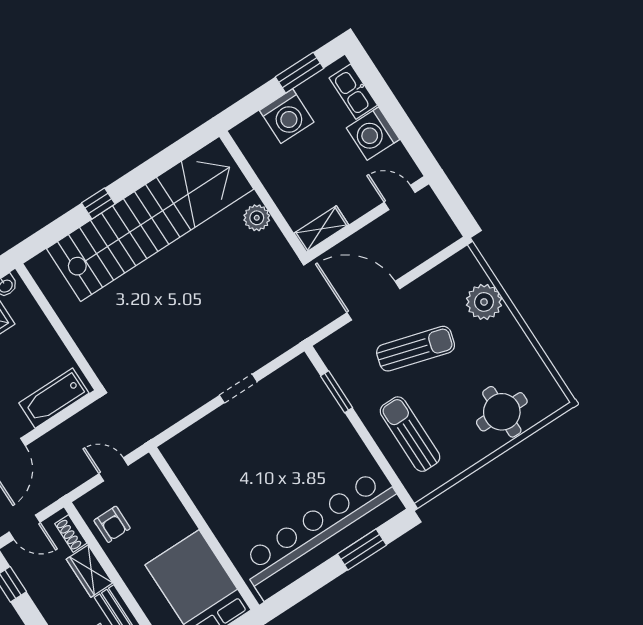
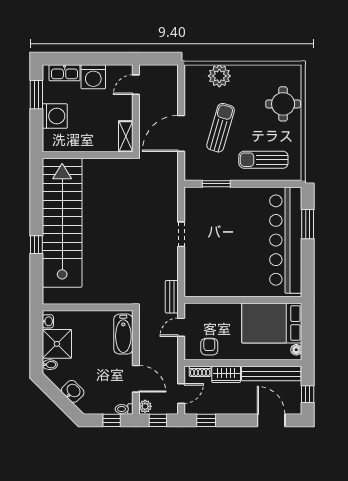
plant: (257, 218) -> (98, 166), removed
bench: (146, 430) -> (172, 297), added
armchair: (112, 524) -> (209, 347), turned -90

